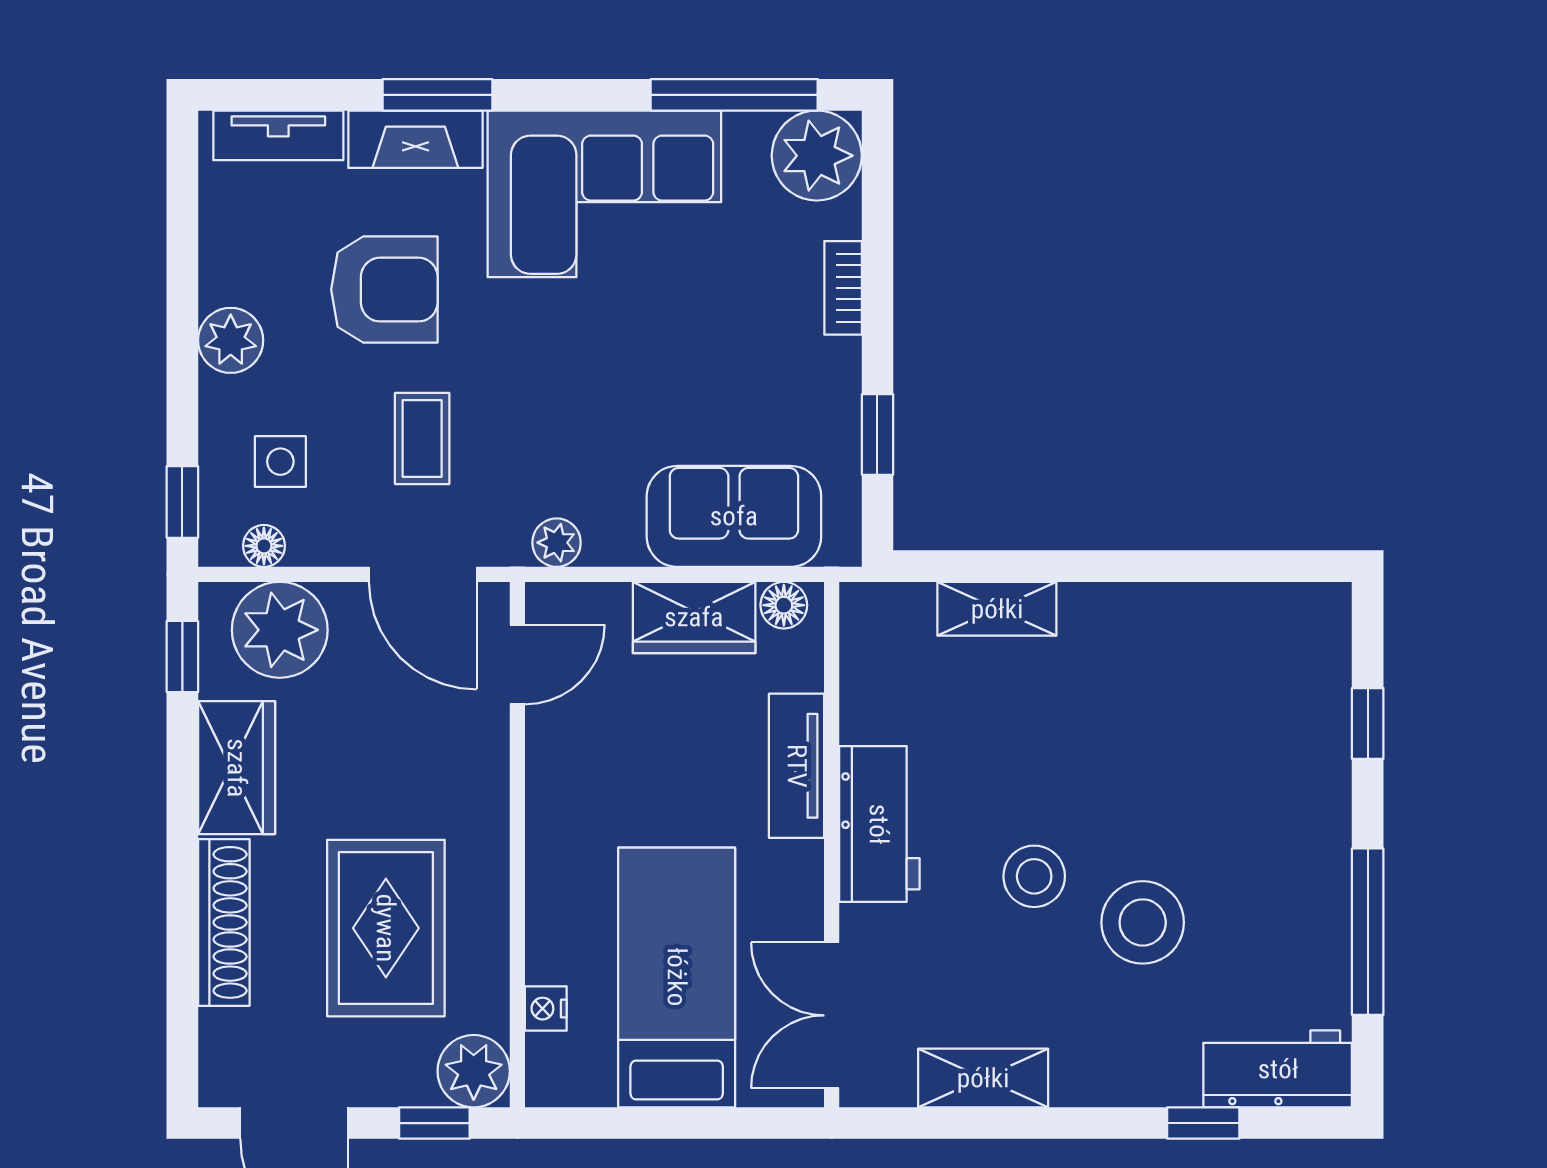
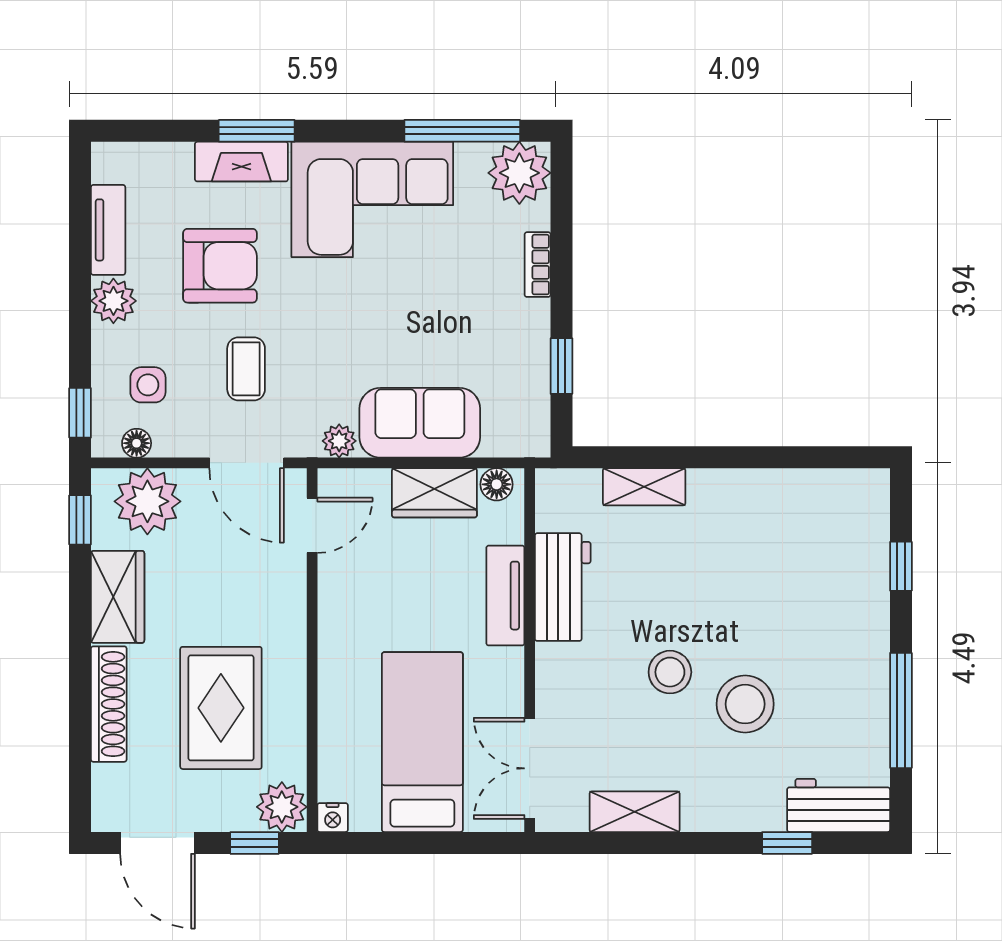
tv unit: (278, 135) -> (108, 230), moved, turned -90
sofa: (734, 516) -> (420, 423), moved
workbench: (879, 824) -> (563, 587), moved
nightstand: (546, 1009) -> (333, 818), moved, turned -90

